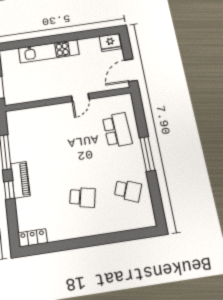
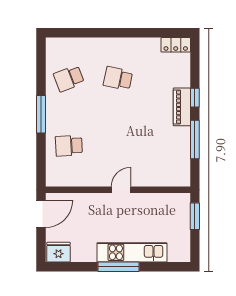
window: (58, 39) -> (119, 267), added
door: (80, 98) -> (121, 190), moved
school desk: (117, 130) -> (69, 146), width x0.54
school desk: (128, 190) -> (69, 78), turned -42

